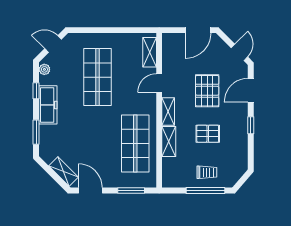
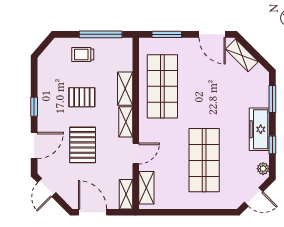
door: (198, 30) -> (93, 212), hinge flipped
shelving: (168, 46) -> (126, 194), added
window: (205, 190) -> (101, 34), moved

